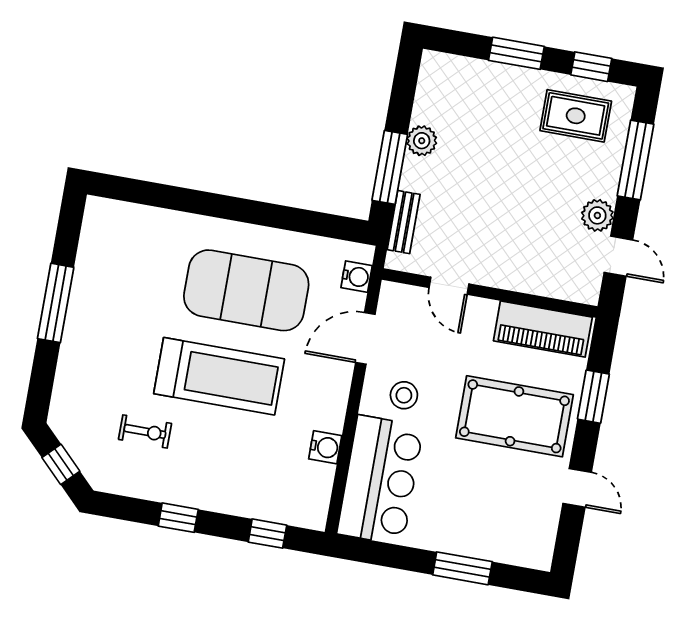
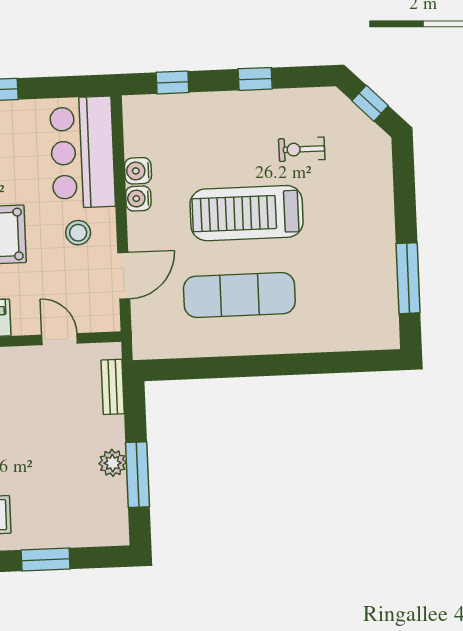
window: (390, 167) -> (138, 475), moved
water cooler: (357, 277) -> (138, 198), moved
exercise mat: (246, 290) -> (239, 295), width x0.68
window: (56, 303) -> (408, 278), moved

